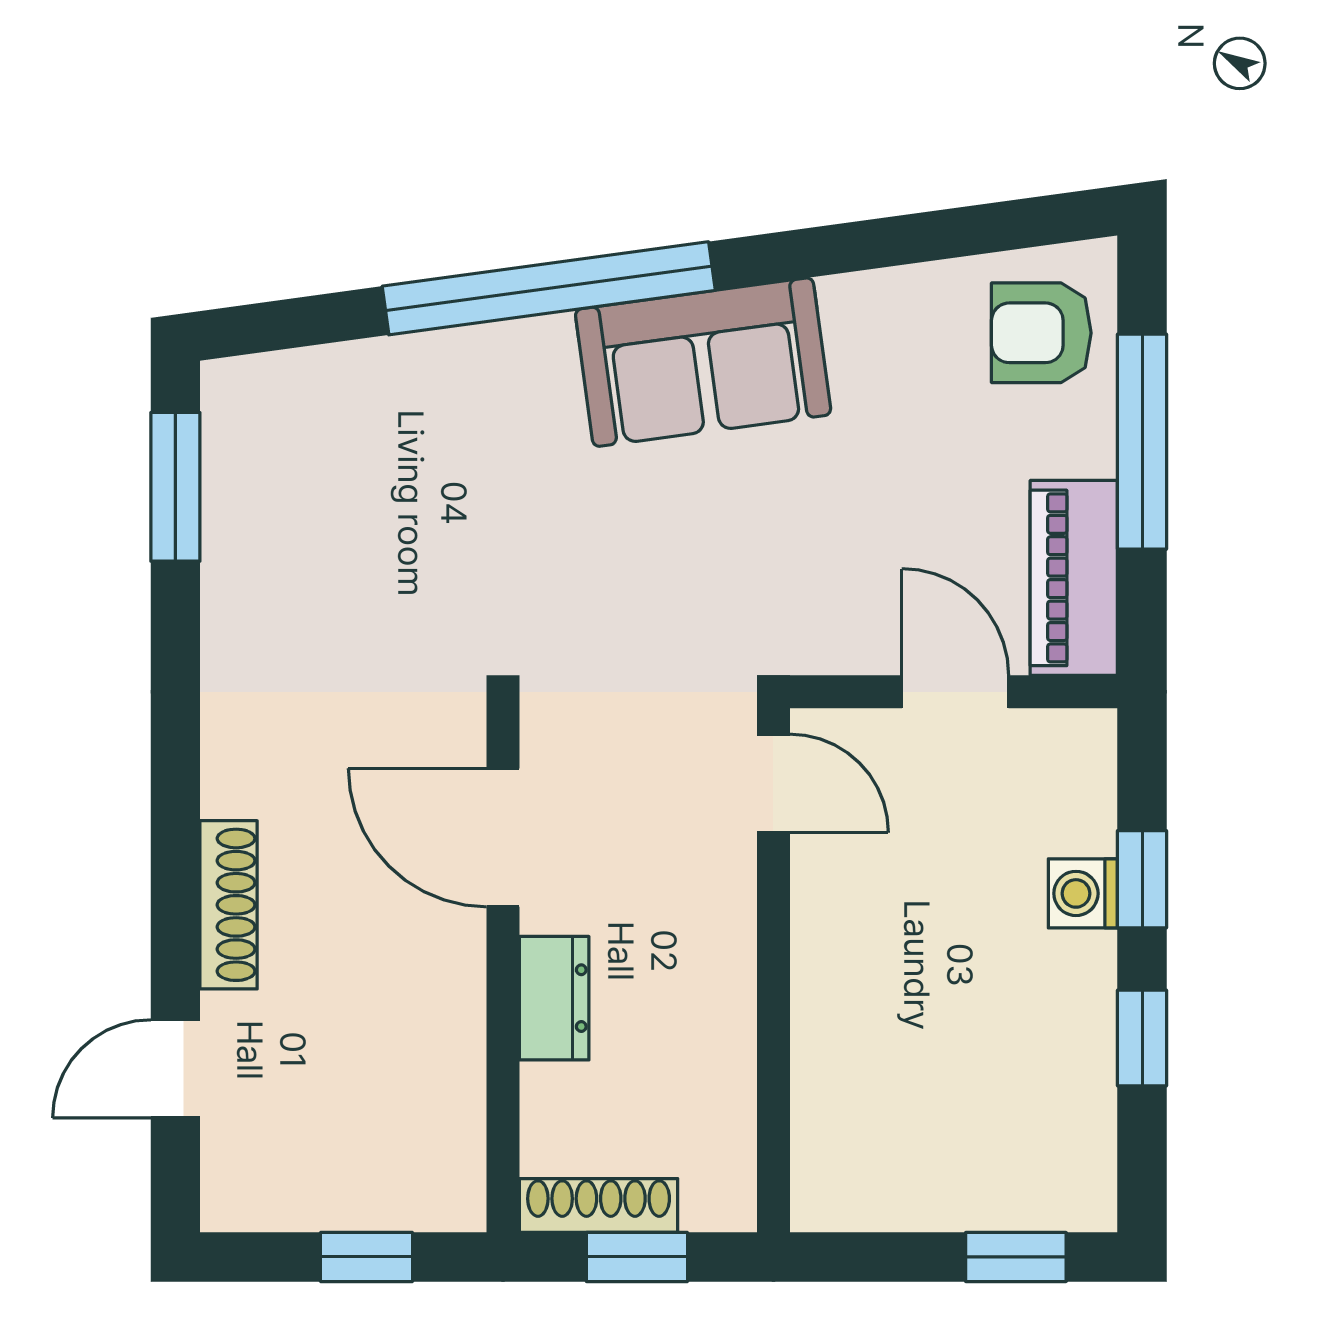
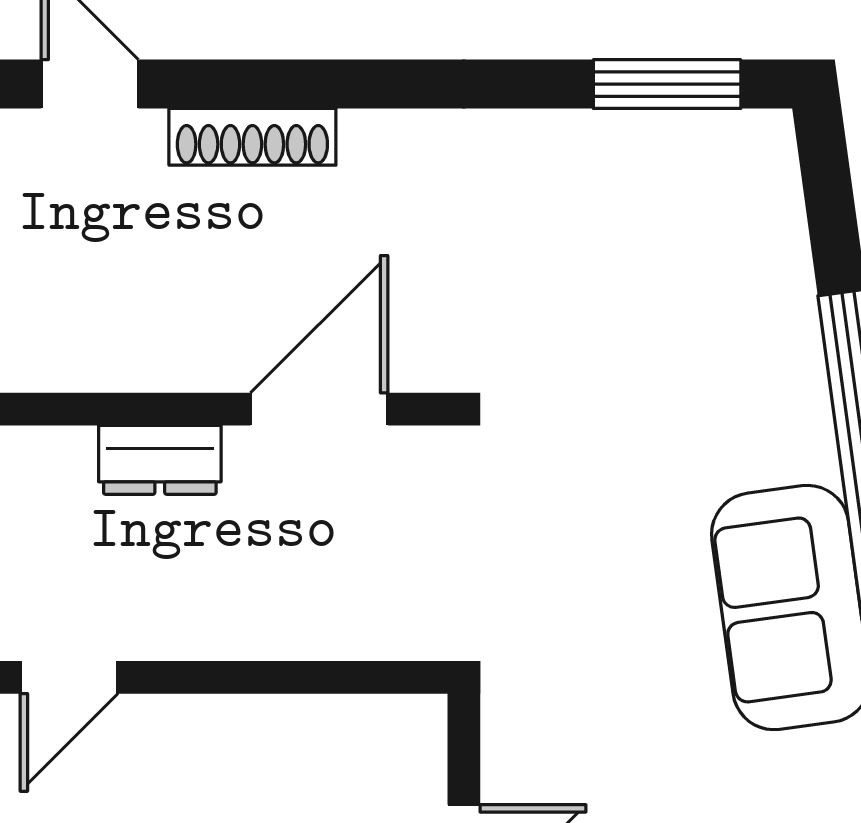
door: (773, 783) -> (69, 677), moved

